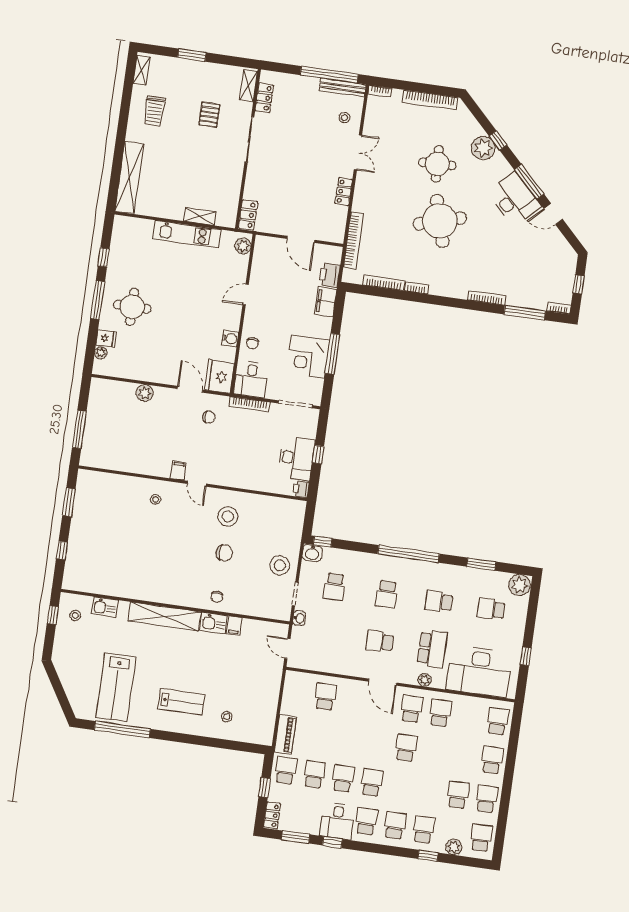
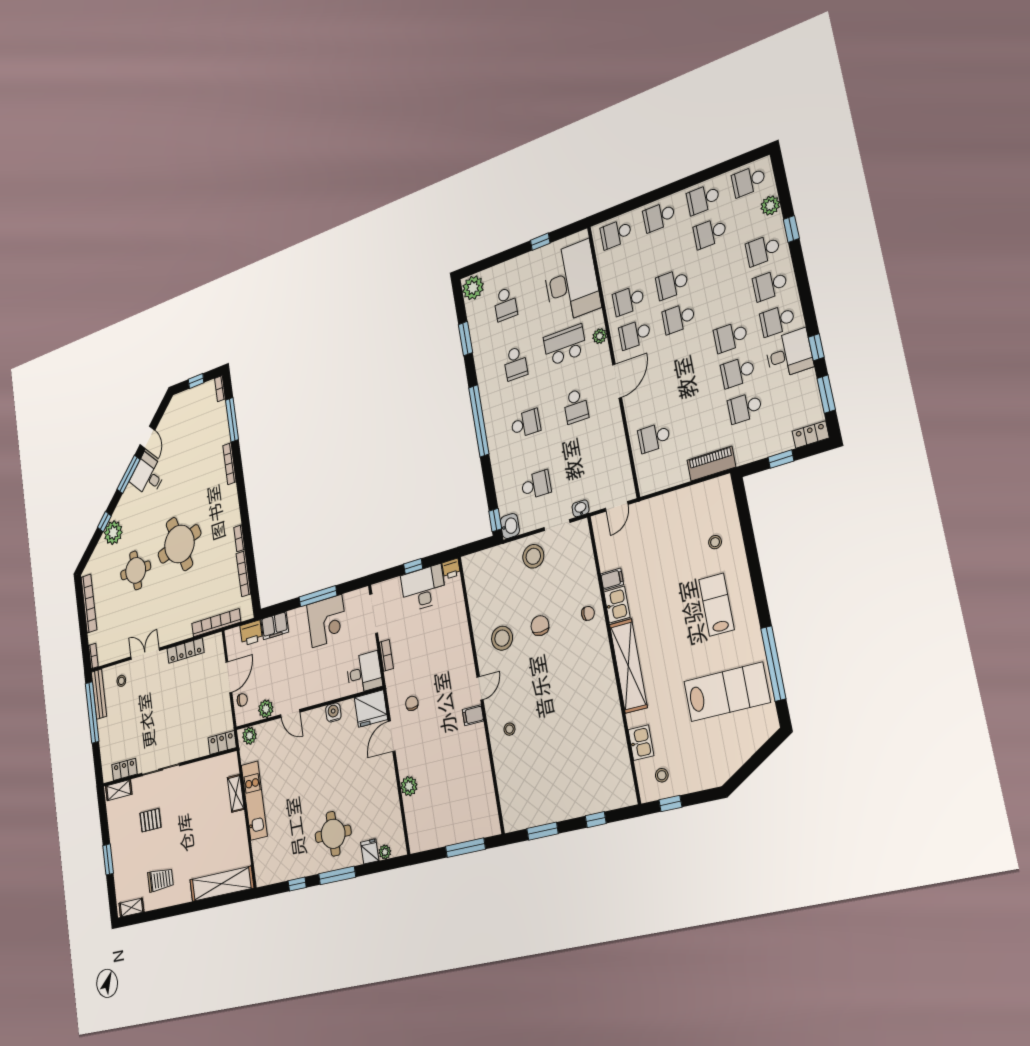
locker: (344, 192) -> (185, 651), width x1.53
desk: (514, 199) -> (148, 475), width x0.73
plant: (259, 270) -> (266, 709), added
chair: (252, 343) -> (242, 700), moved
bookcase: (249, 404) -> (386, 655), width x0.64
school desk: (286, 770) -> (672, 284), moved

